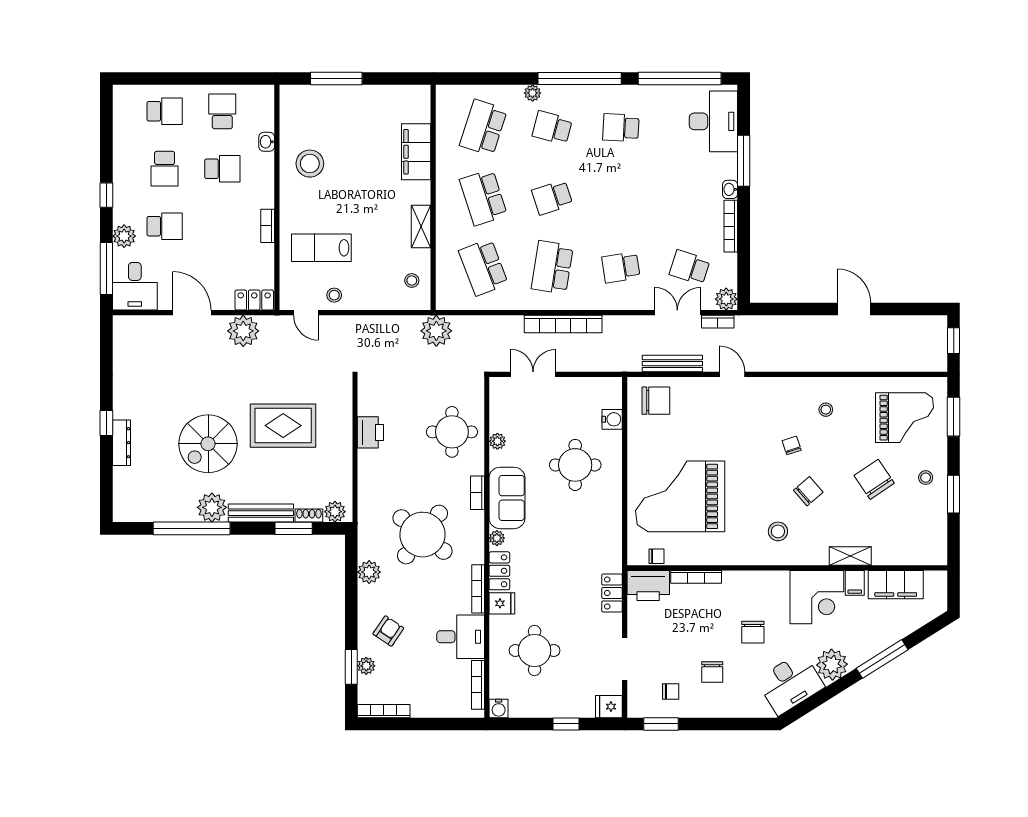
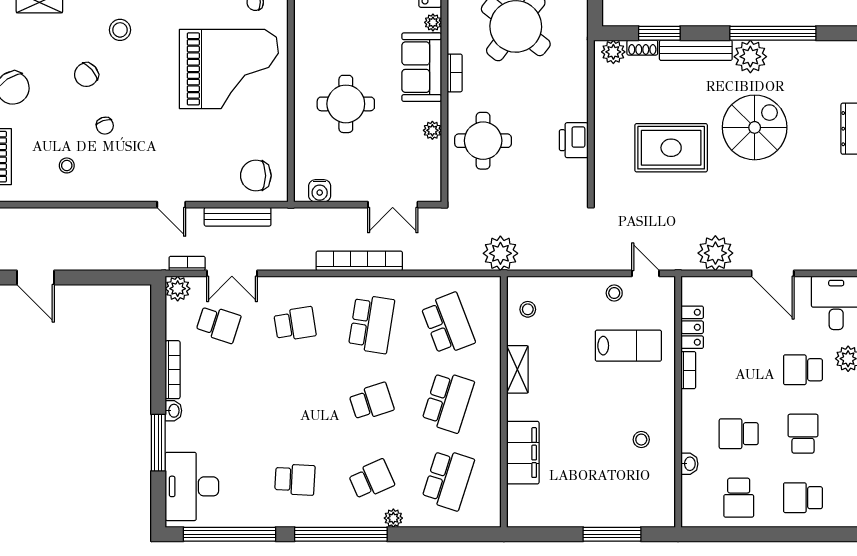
school desk: (552, 128) -> (371, 479), turned -39
stool: (310, 164) -> (641, 440), width x0.53, depth x0.53
school desk: (483, 197) -> (448, 402), turned 36
locker: (254, 300) -> (692, 327), moved, turned -90
water cooler: (612, 419) -> (320, 191), moved, turned -90

